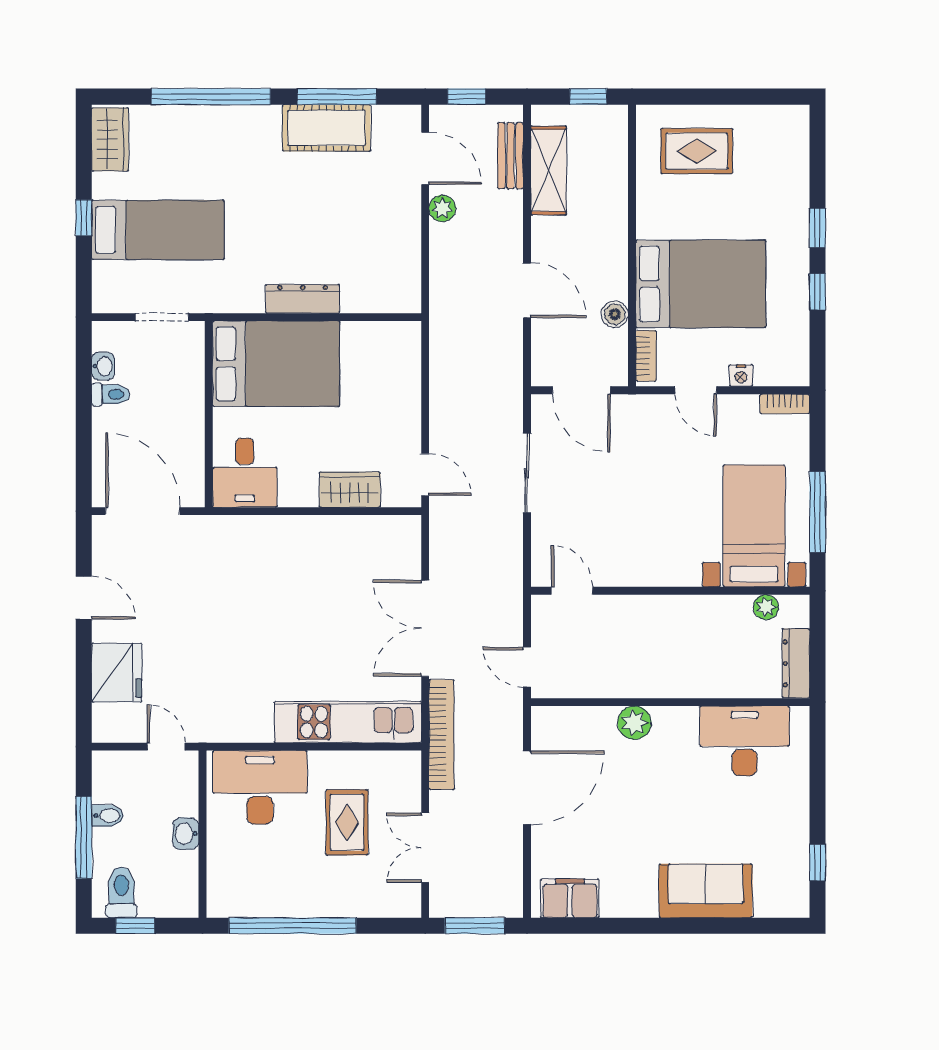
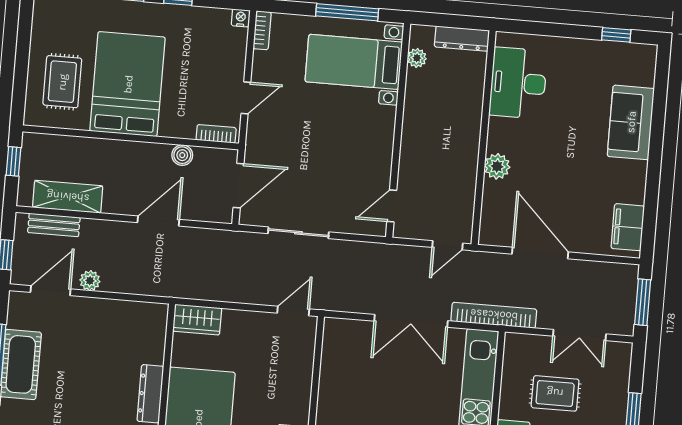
bed: (701, 284) -> (128, 84), moved
nightstand: (741, 376) -> (241, 18), moved, turned -90
wardrobe: (350, 490) -> (197, 320), moved, turned -90

